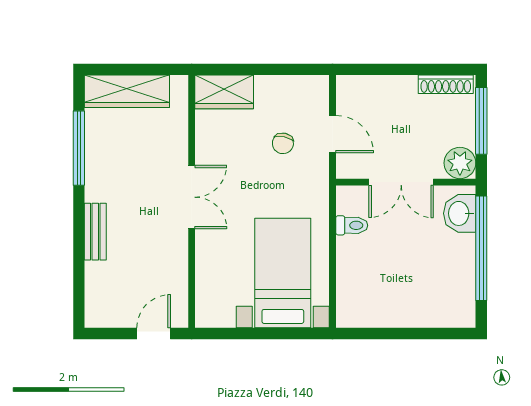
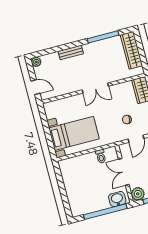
plant: (96, 316) -> (36, 62), added

